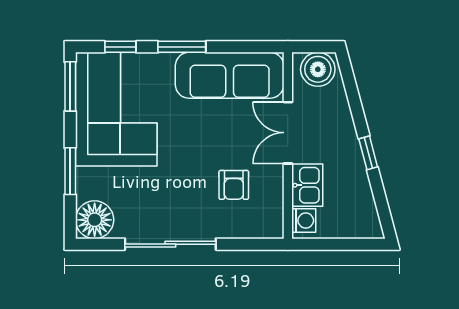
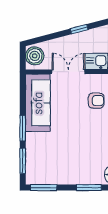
window: (120, 47) -> (23, 161), width x1.50
corner sofa: (116, 109) -> (56, 163), removed
double door: (288, 133) -> (68, 72), swing flipped

